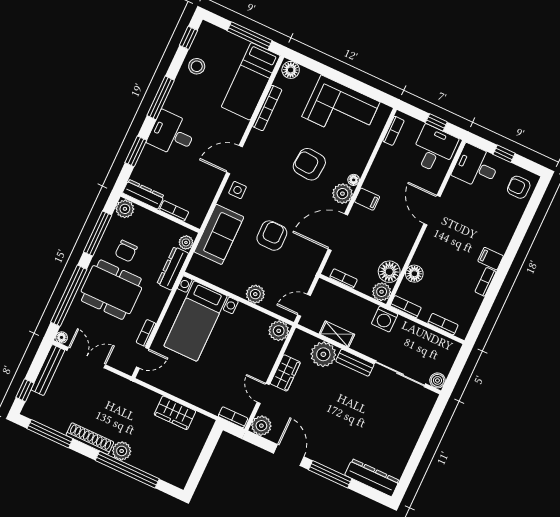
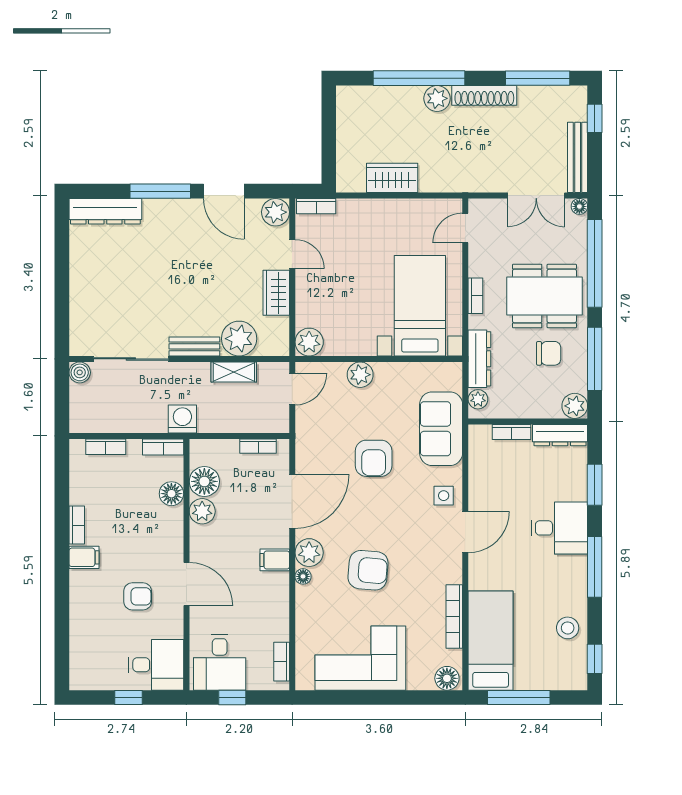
armchair: (519, 187) -> (138, 596), moved
chair: (126, 251) -> (549, 353), turned 90
plant: (382, 292) -> (202, 511), moved
bookcase: (146, 333) -> (475, 296), moved

